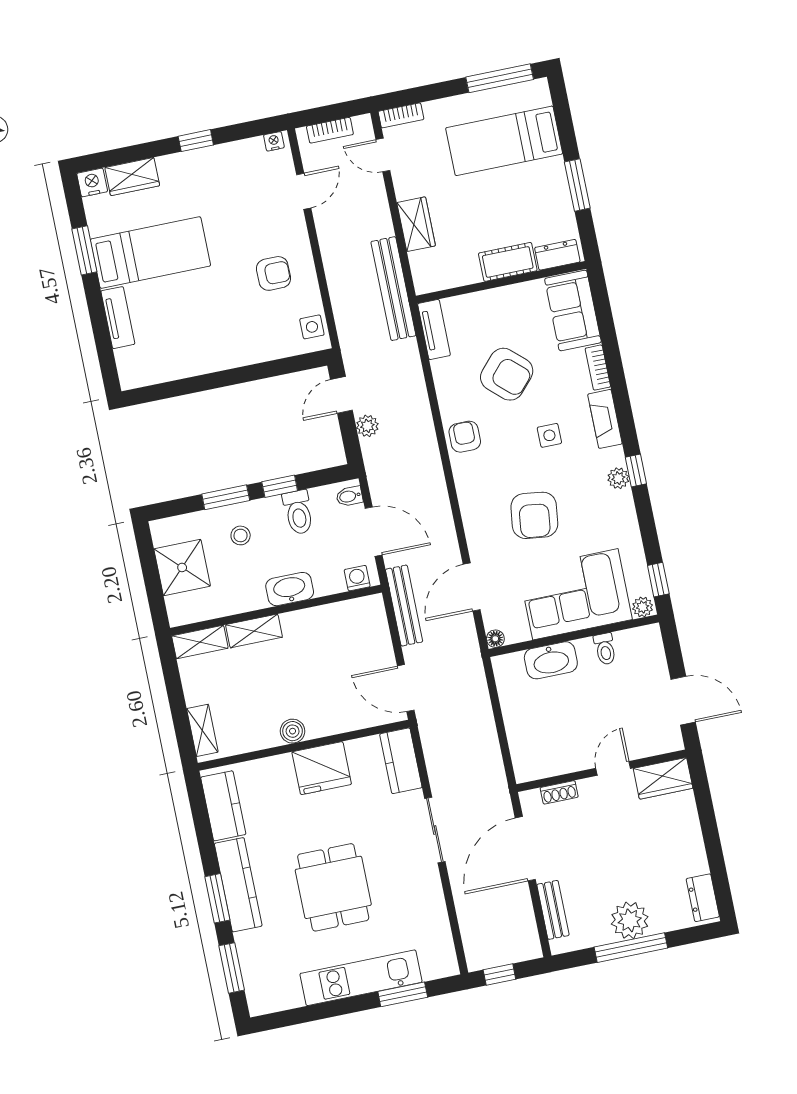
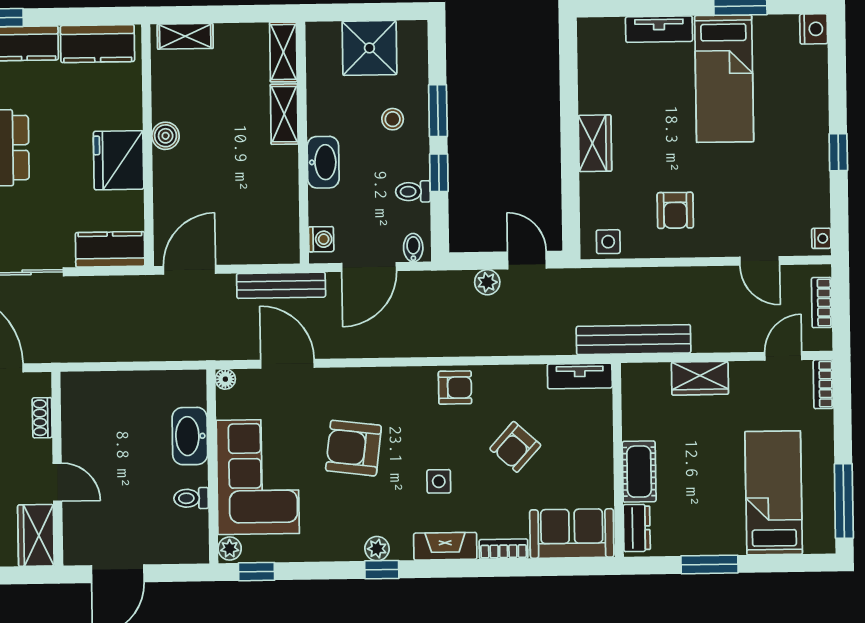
wardrobe: (132, 177) -> (595, 143), moved, turned 180
armchair: (507, 374) -> (515, 447), width x0.72, depth x0.72
toilet: (298, 512) -> (413, 192), width x0.73, depth x0.72

